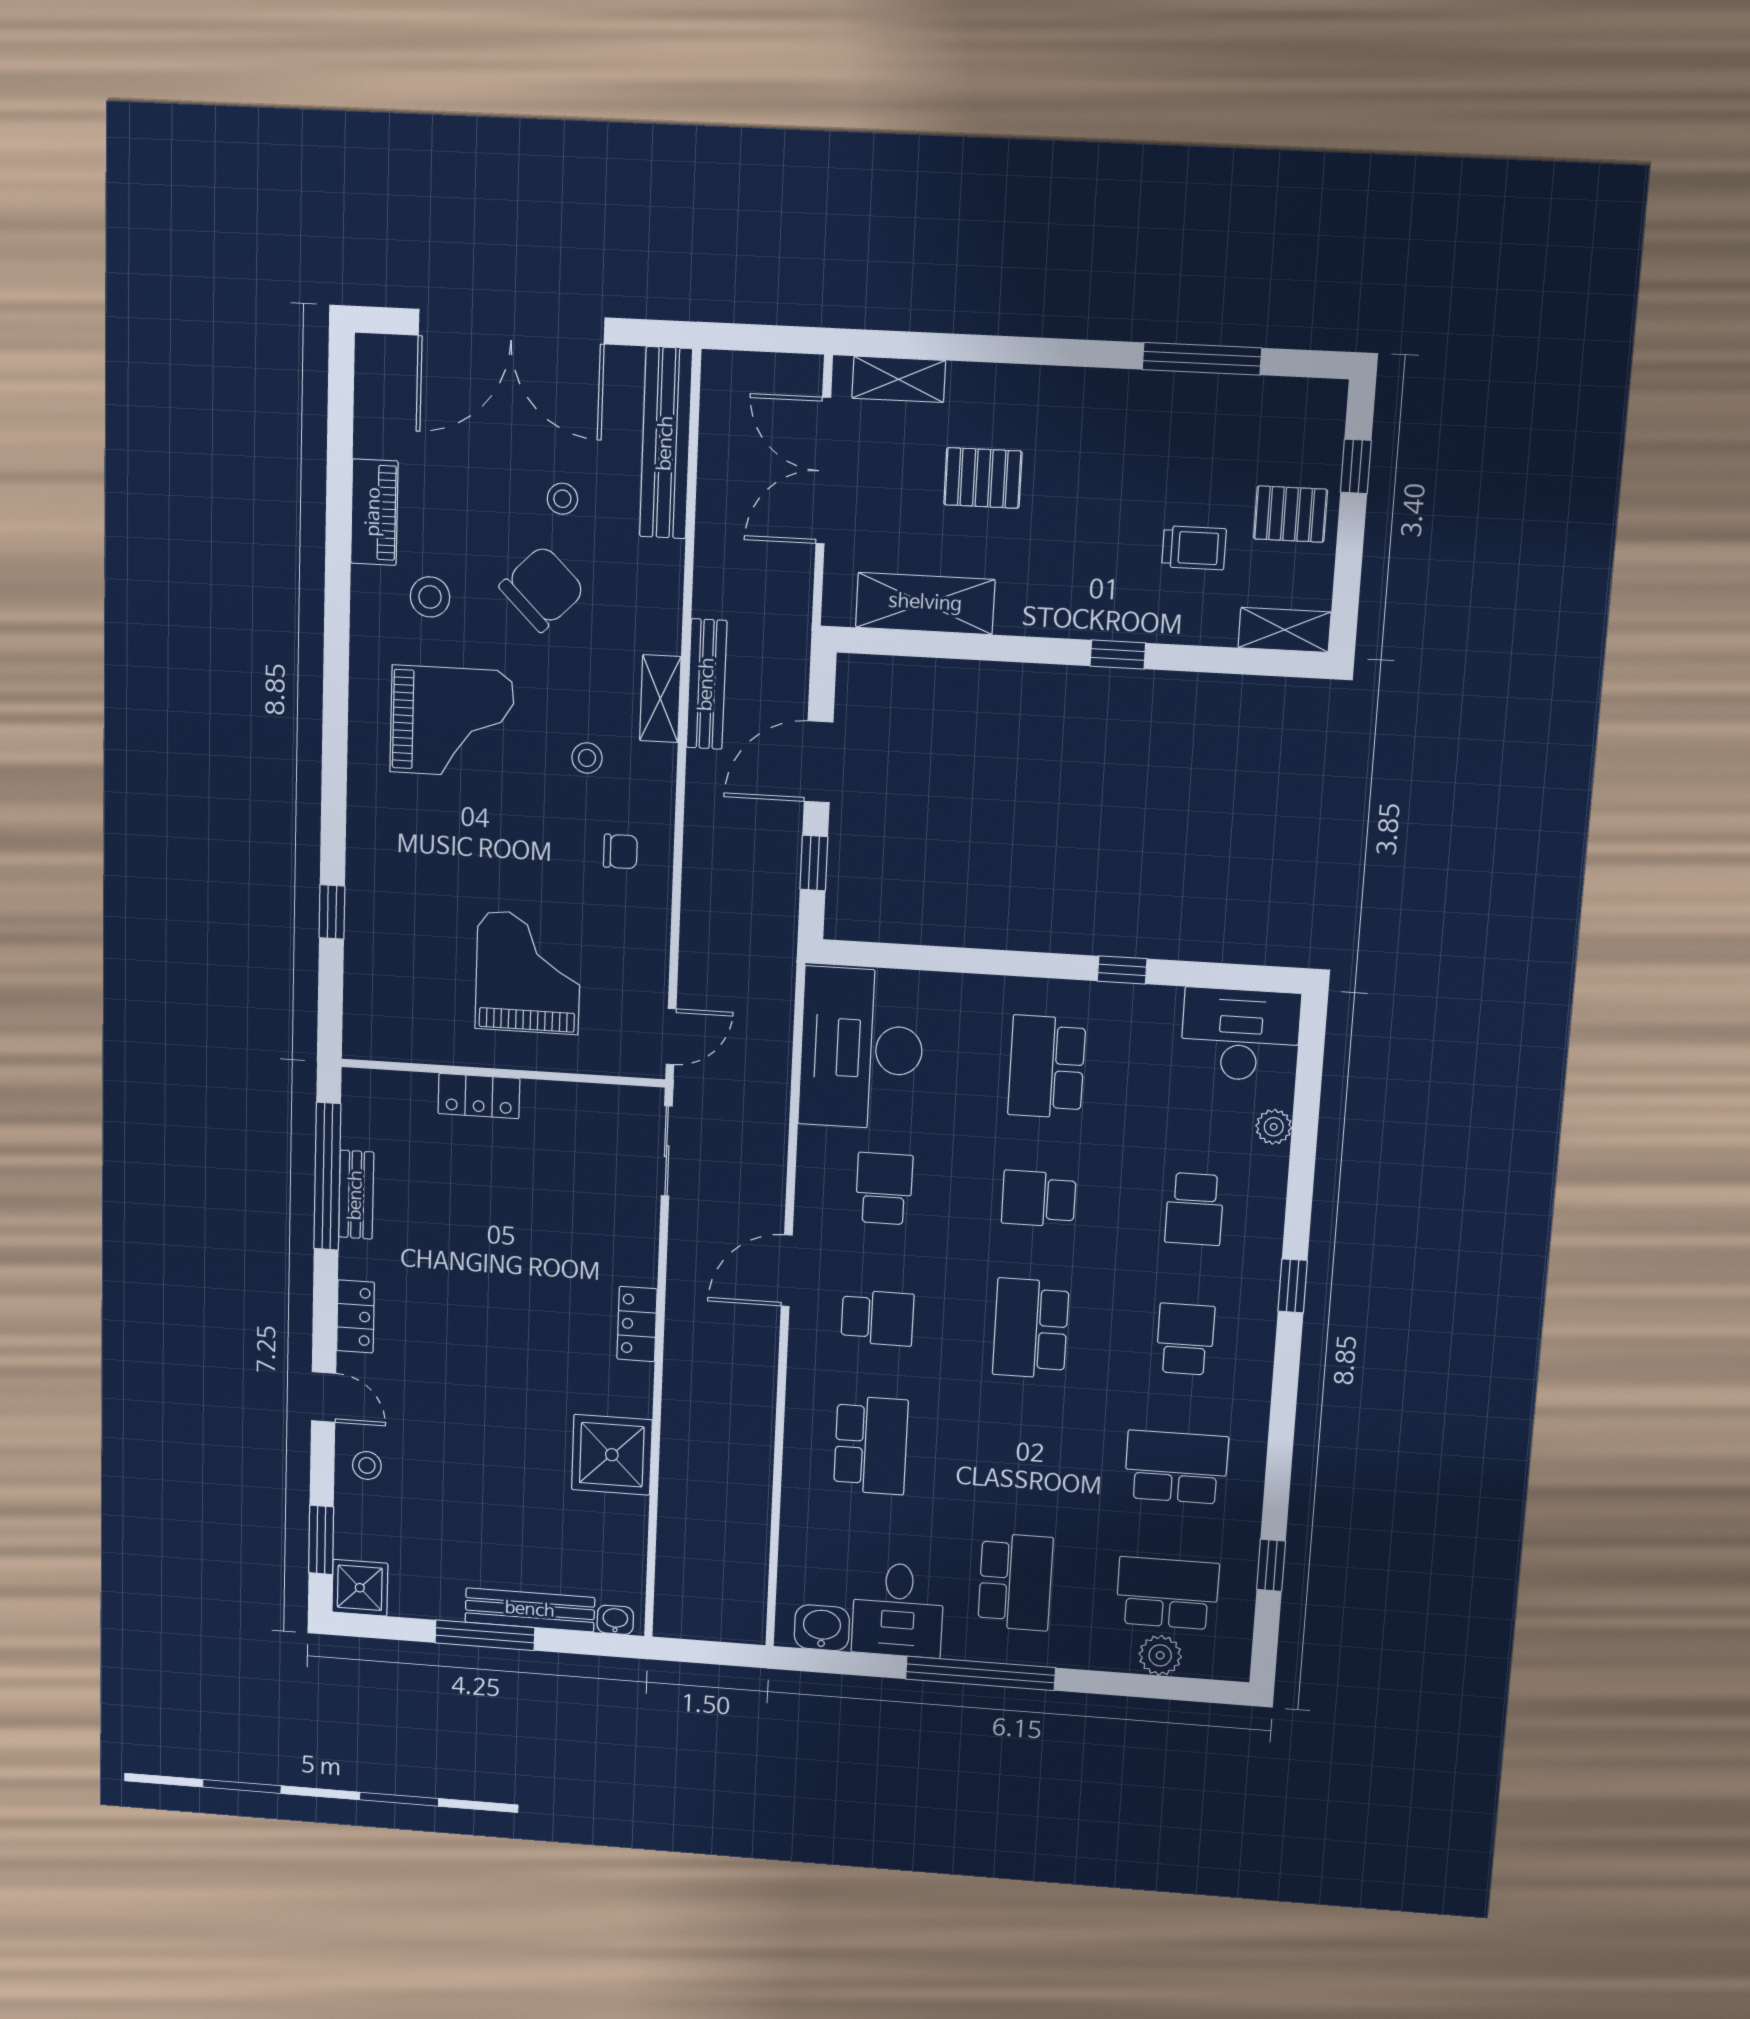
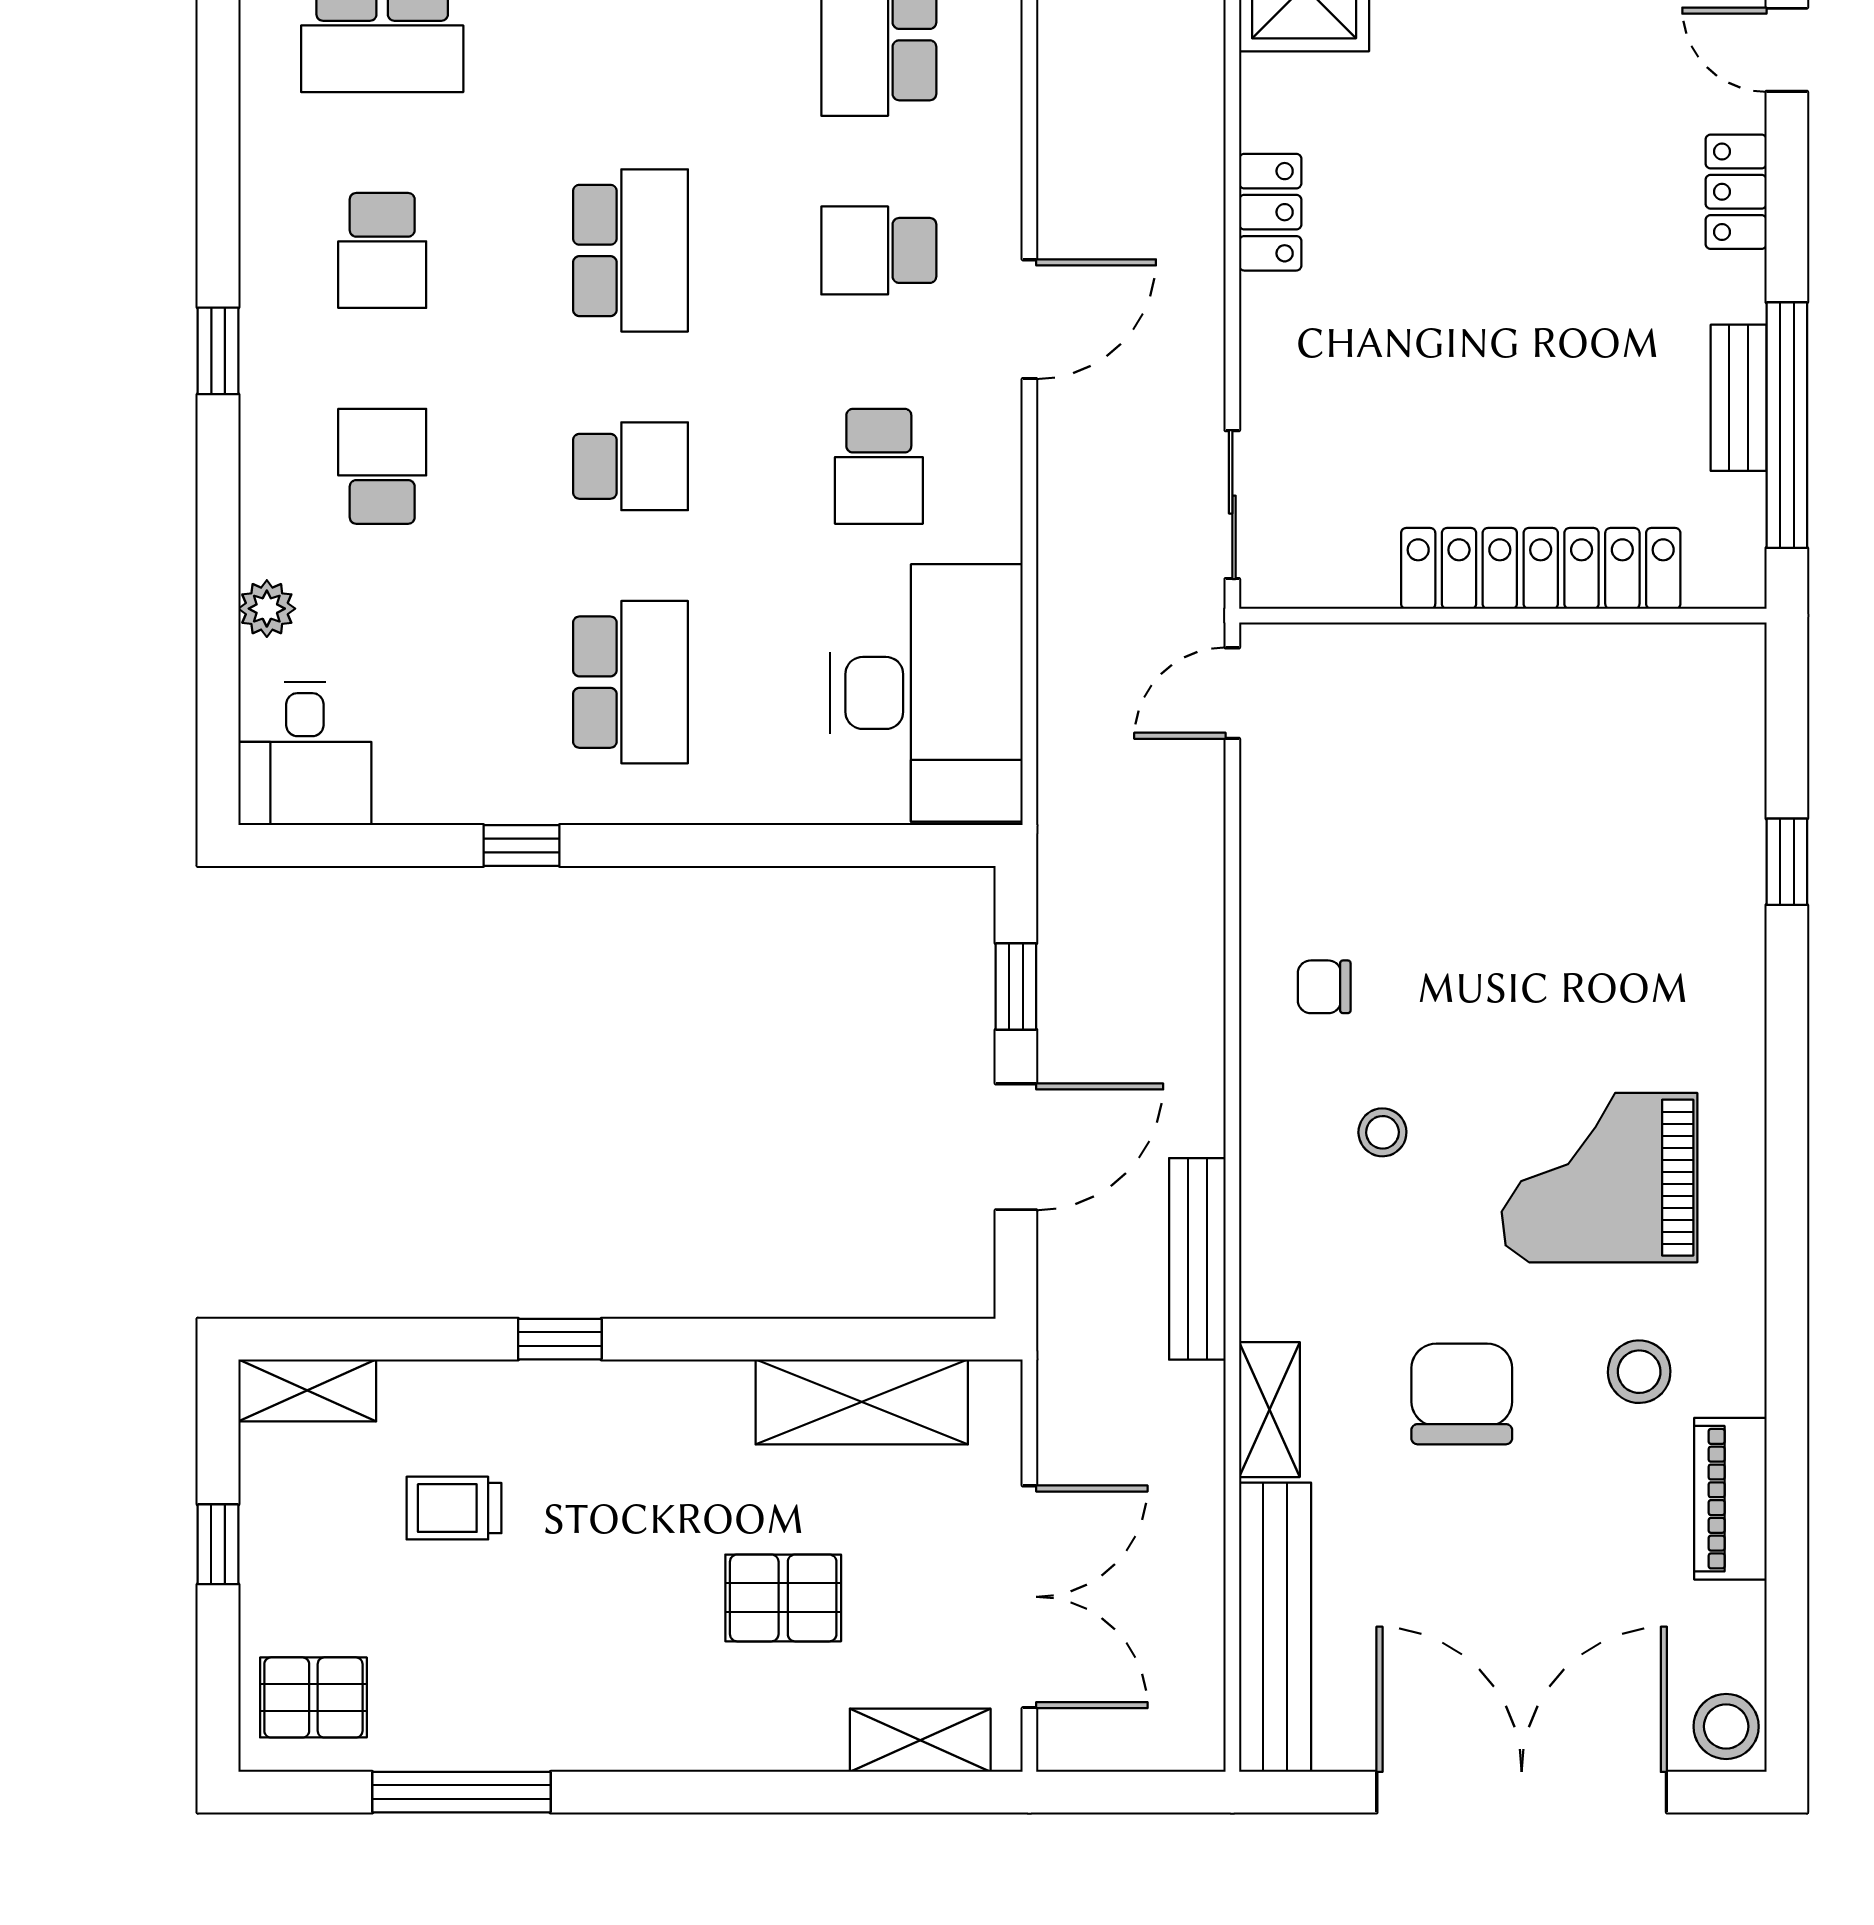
window: (1356, 466) -> (218, 1544), moved
stool: (562, 499) -> (1726, 1726), moved, width x1.37, depth x1.37
pallet: (1291, 514) -> (313, 1697), moved
chair: (542, 589) -> (1462, 1394), turned 135
shelving: (660, 699) -> (1269, 1410), moved
grand piano: (528, 973) -> (1466, 783), removed
desk: (1240, 1035) -> (305, 753), width x0.73
locker: (479, 1096) -> (1541, 568), width x2.16, depth x1.21

